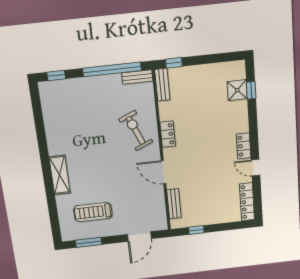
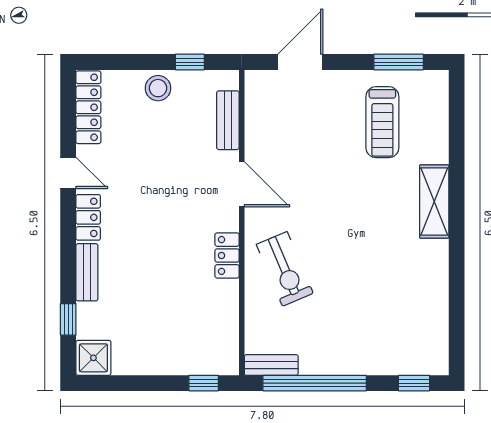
bench: (162, 85) -> (87, 272), moved
shower: (237, 90) -> (93, 358), moved
treadmill: (93, 212) -> (382, 122), turned 90
stool: (212, 215) -> (158, 88), added

